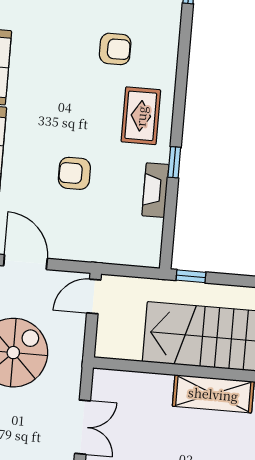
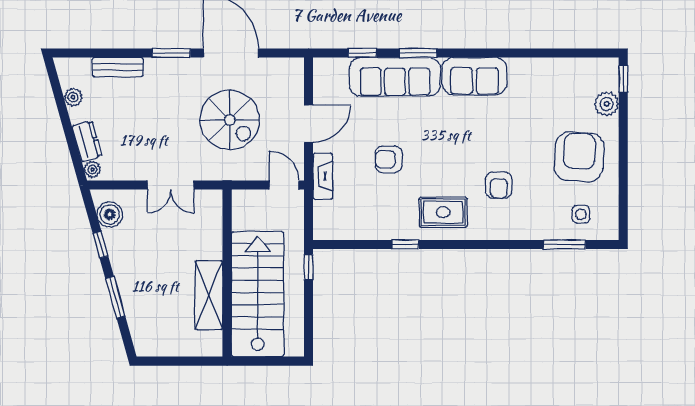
armchair: (74, 173) -> (389, 159), turned -90
fireplace: (155, 190) -> (323, 176), moved, turned 90

